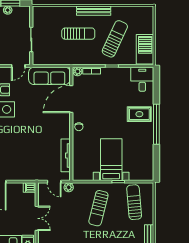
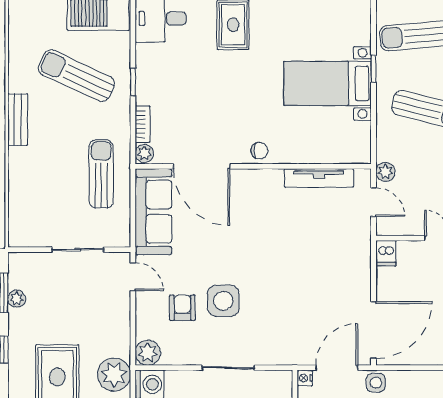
bench: (94, 11) -> (18, 120), width x0.73
sun lounger: (78, 34) -> (101, 174), moved
door: (54, 182) -> (374, 202), hinge flipped

